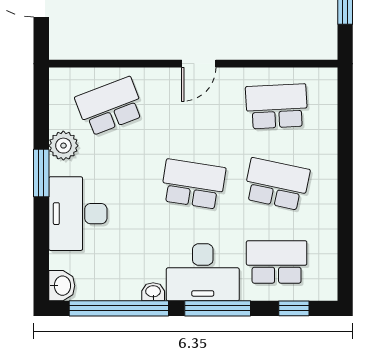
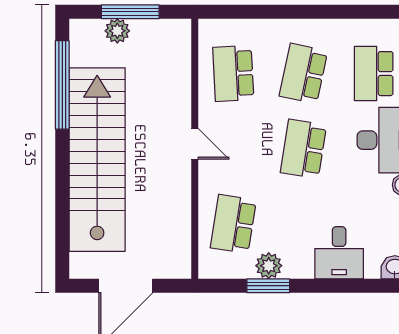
school desk: (110, 106) -> (233, 224), turned 30
window: (41, 173) -> (268, 286), moved
desk: (78, 214) -> (339, 253), width x0.73

